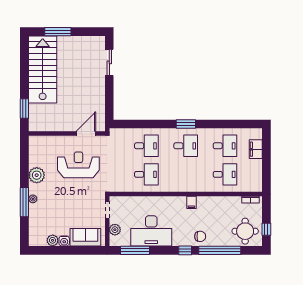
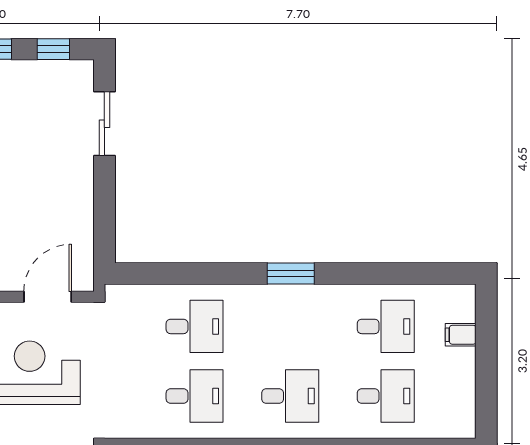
window: (88, 32) -> (53, 49), added
desk: (186, 146) -> (290, 396), moved
filing cabinet: (256, 149) -> (461, 335), width x0.50

